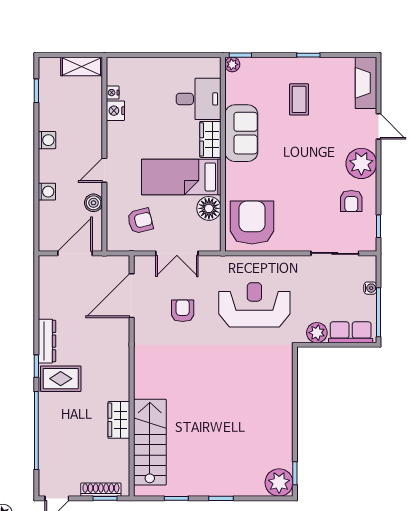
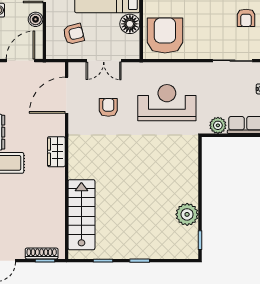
wardrobe: (119, 420) -> (56, 152), moved
plant: (279, 483) -> (187, 214), moved

